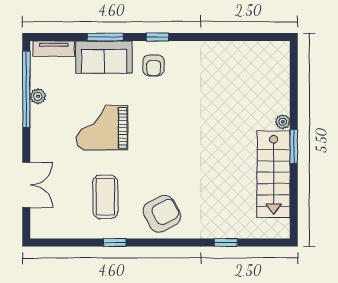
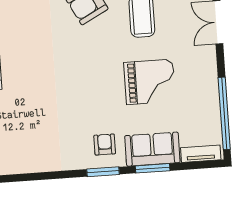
window: (157, 37) -> (103, 172), width x1.50
plant: (38, 96) -> (213, 107), removed

